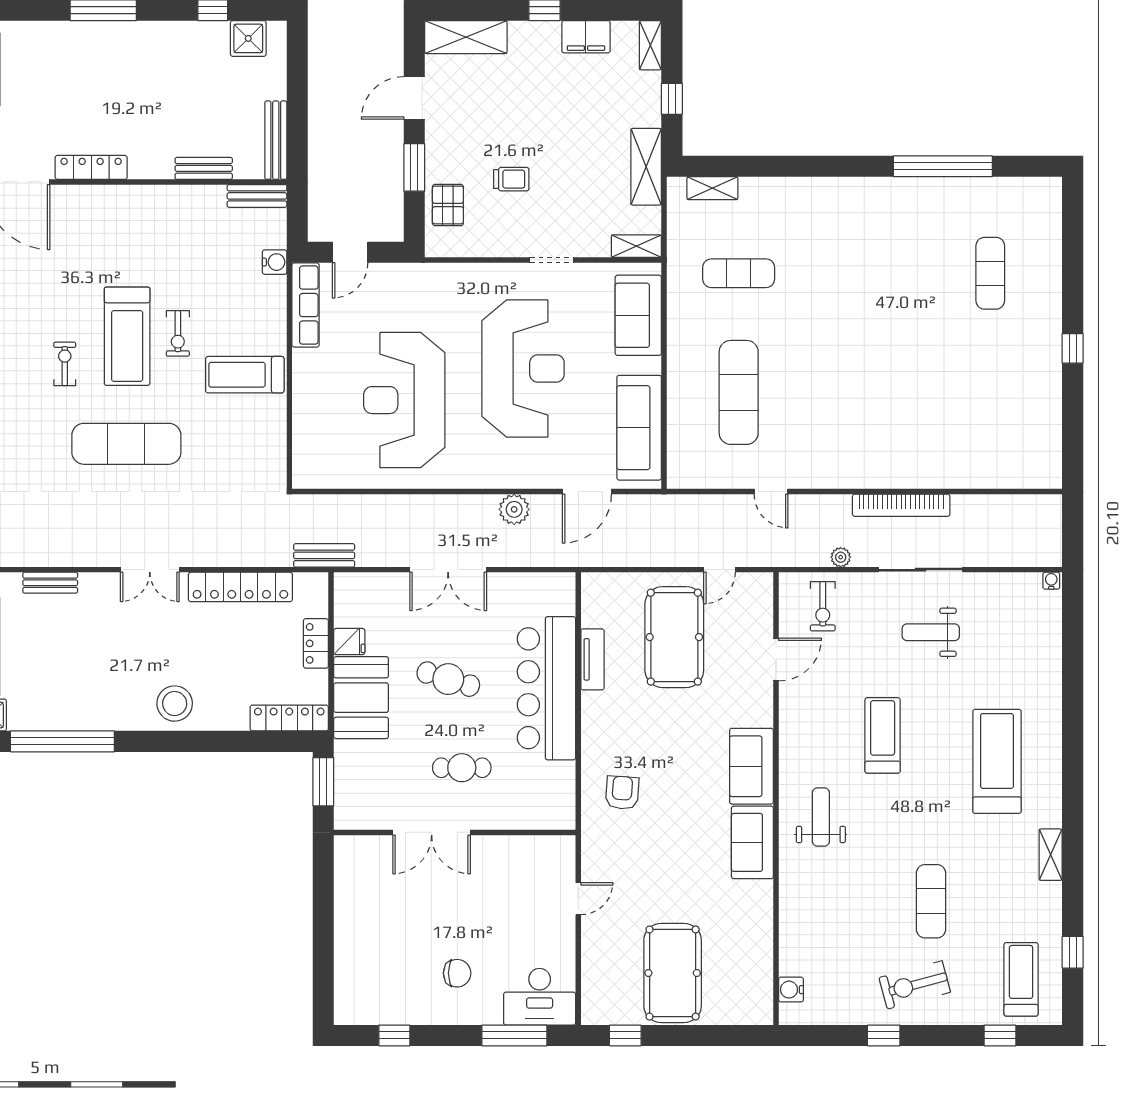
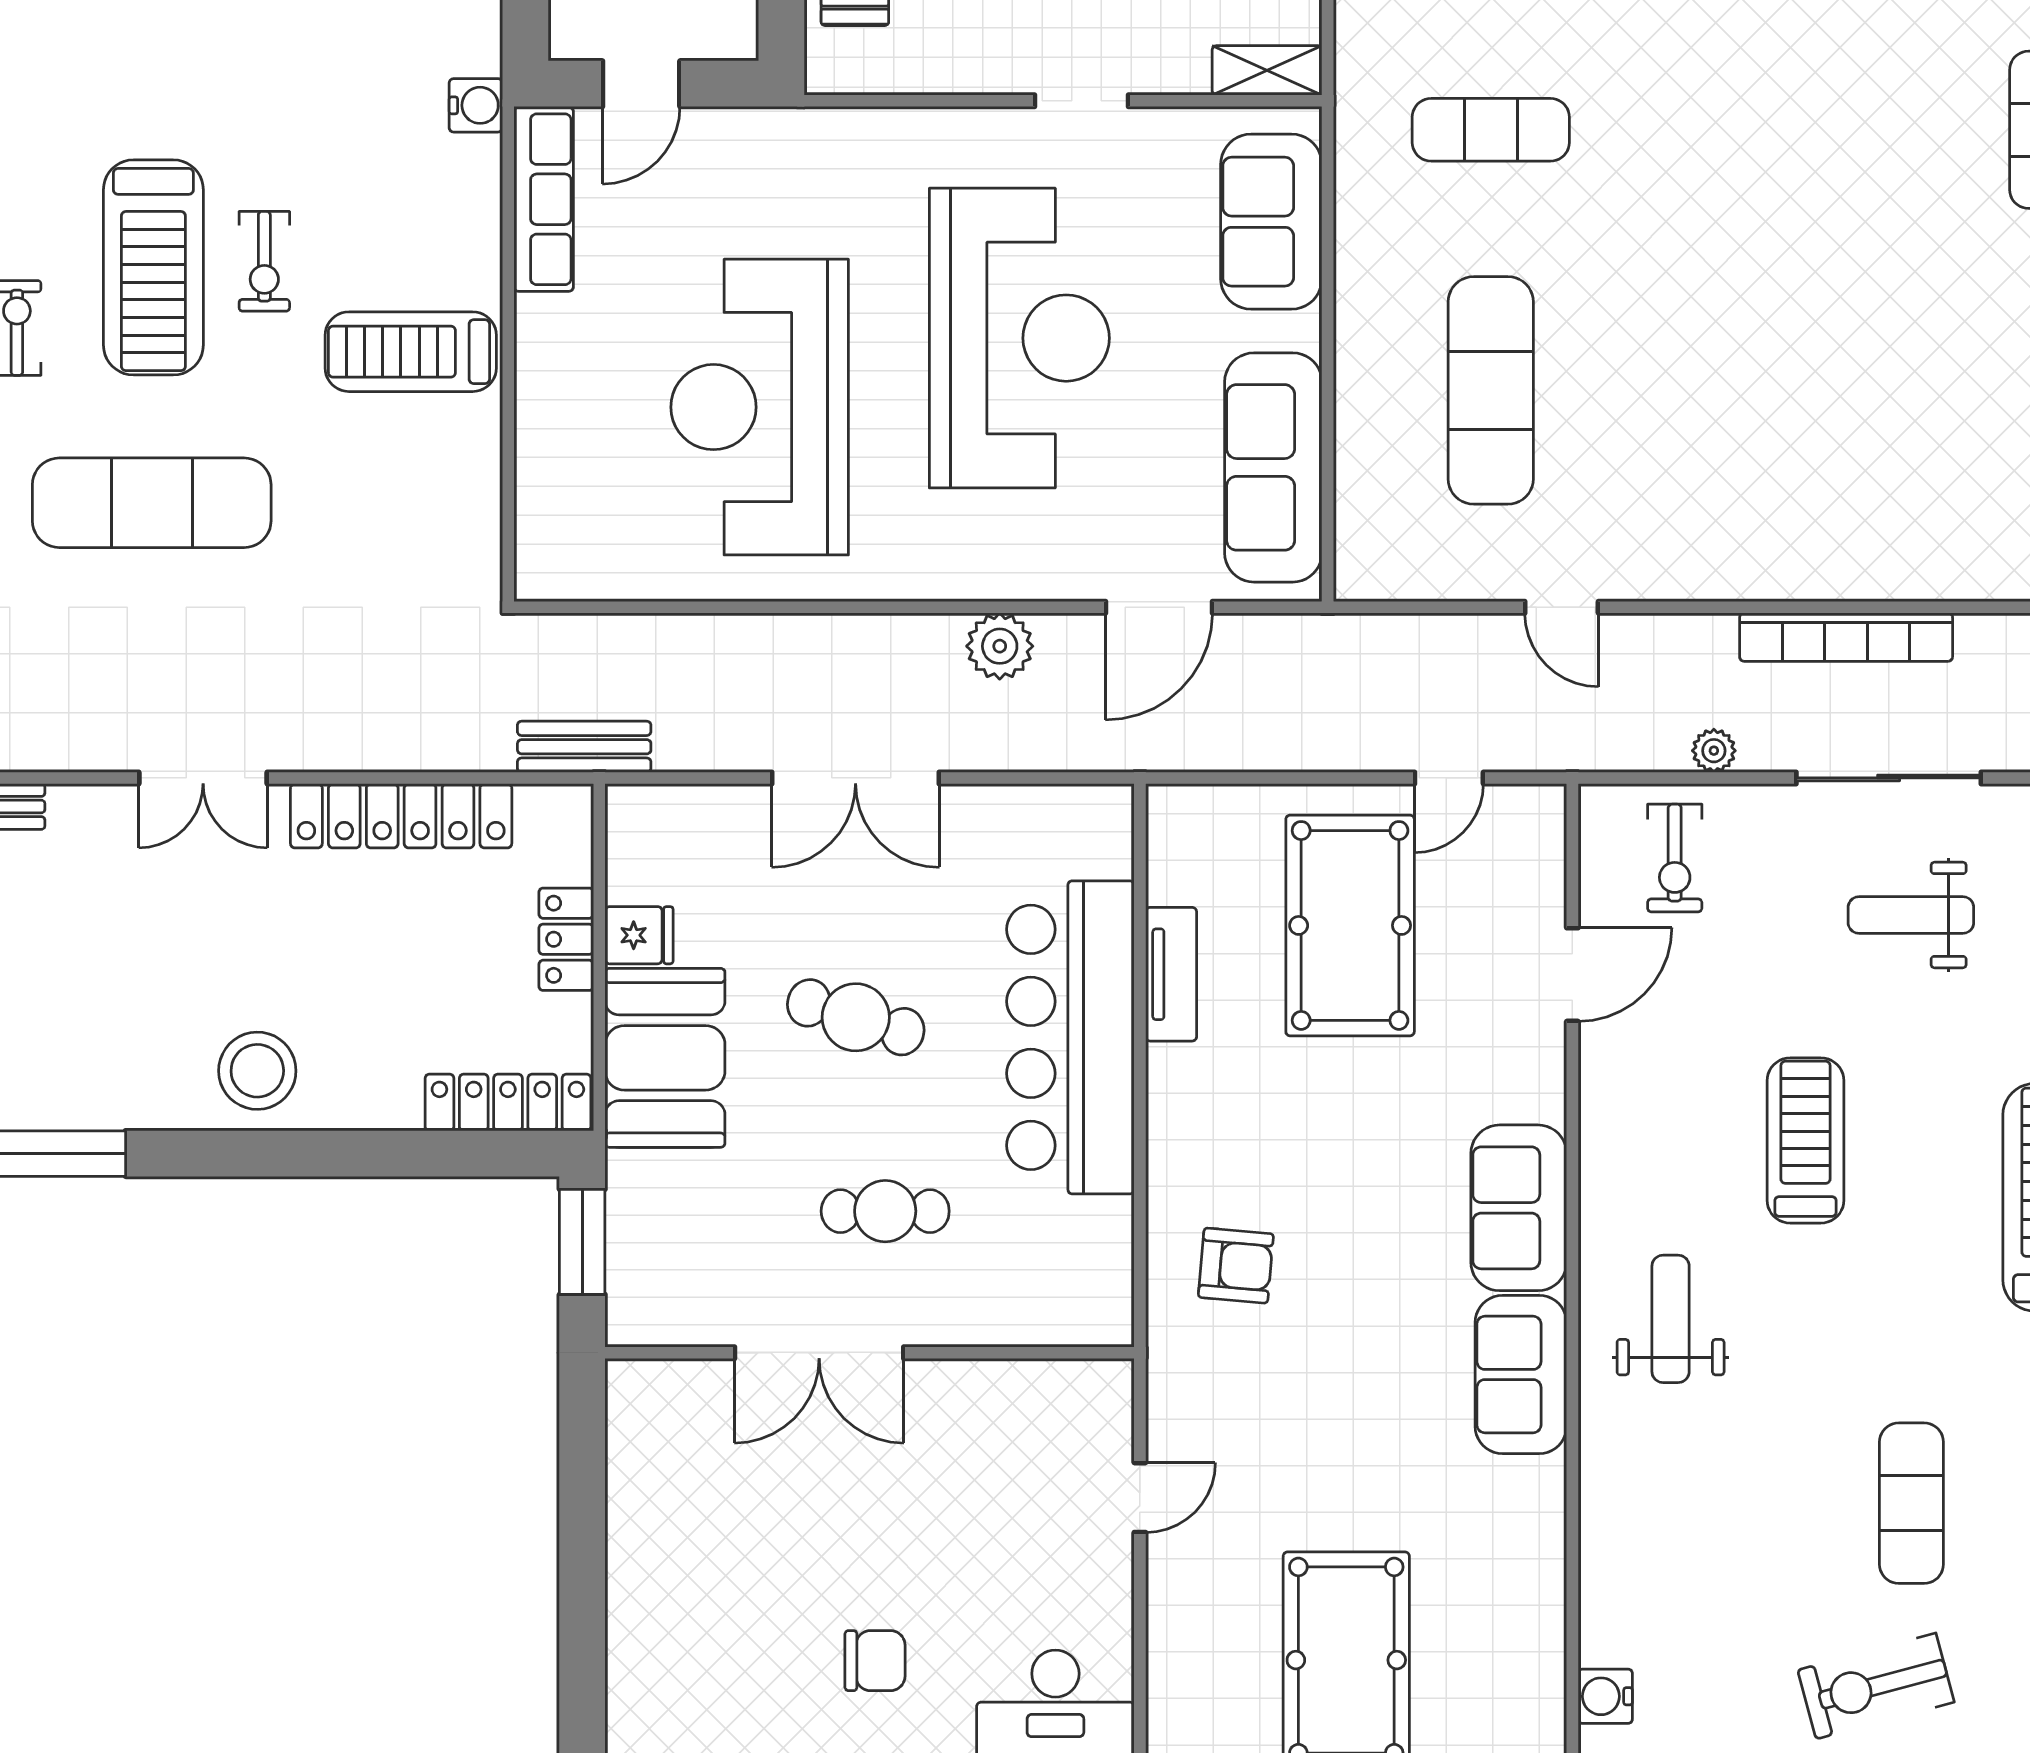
armchair: (622, 793) -> (1236, 1266), turned 91

